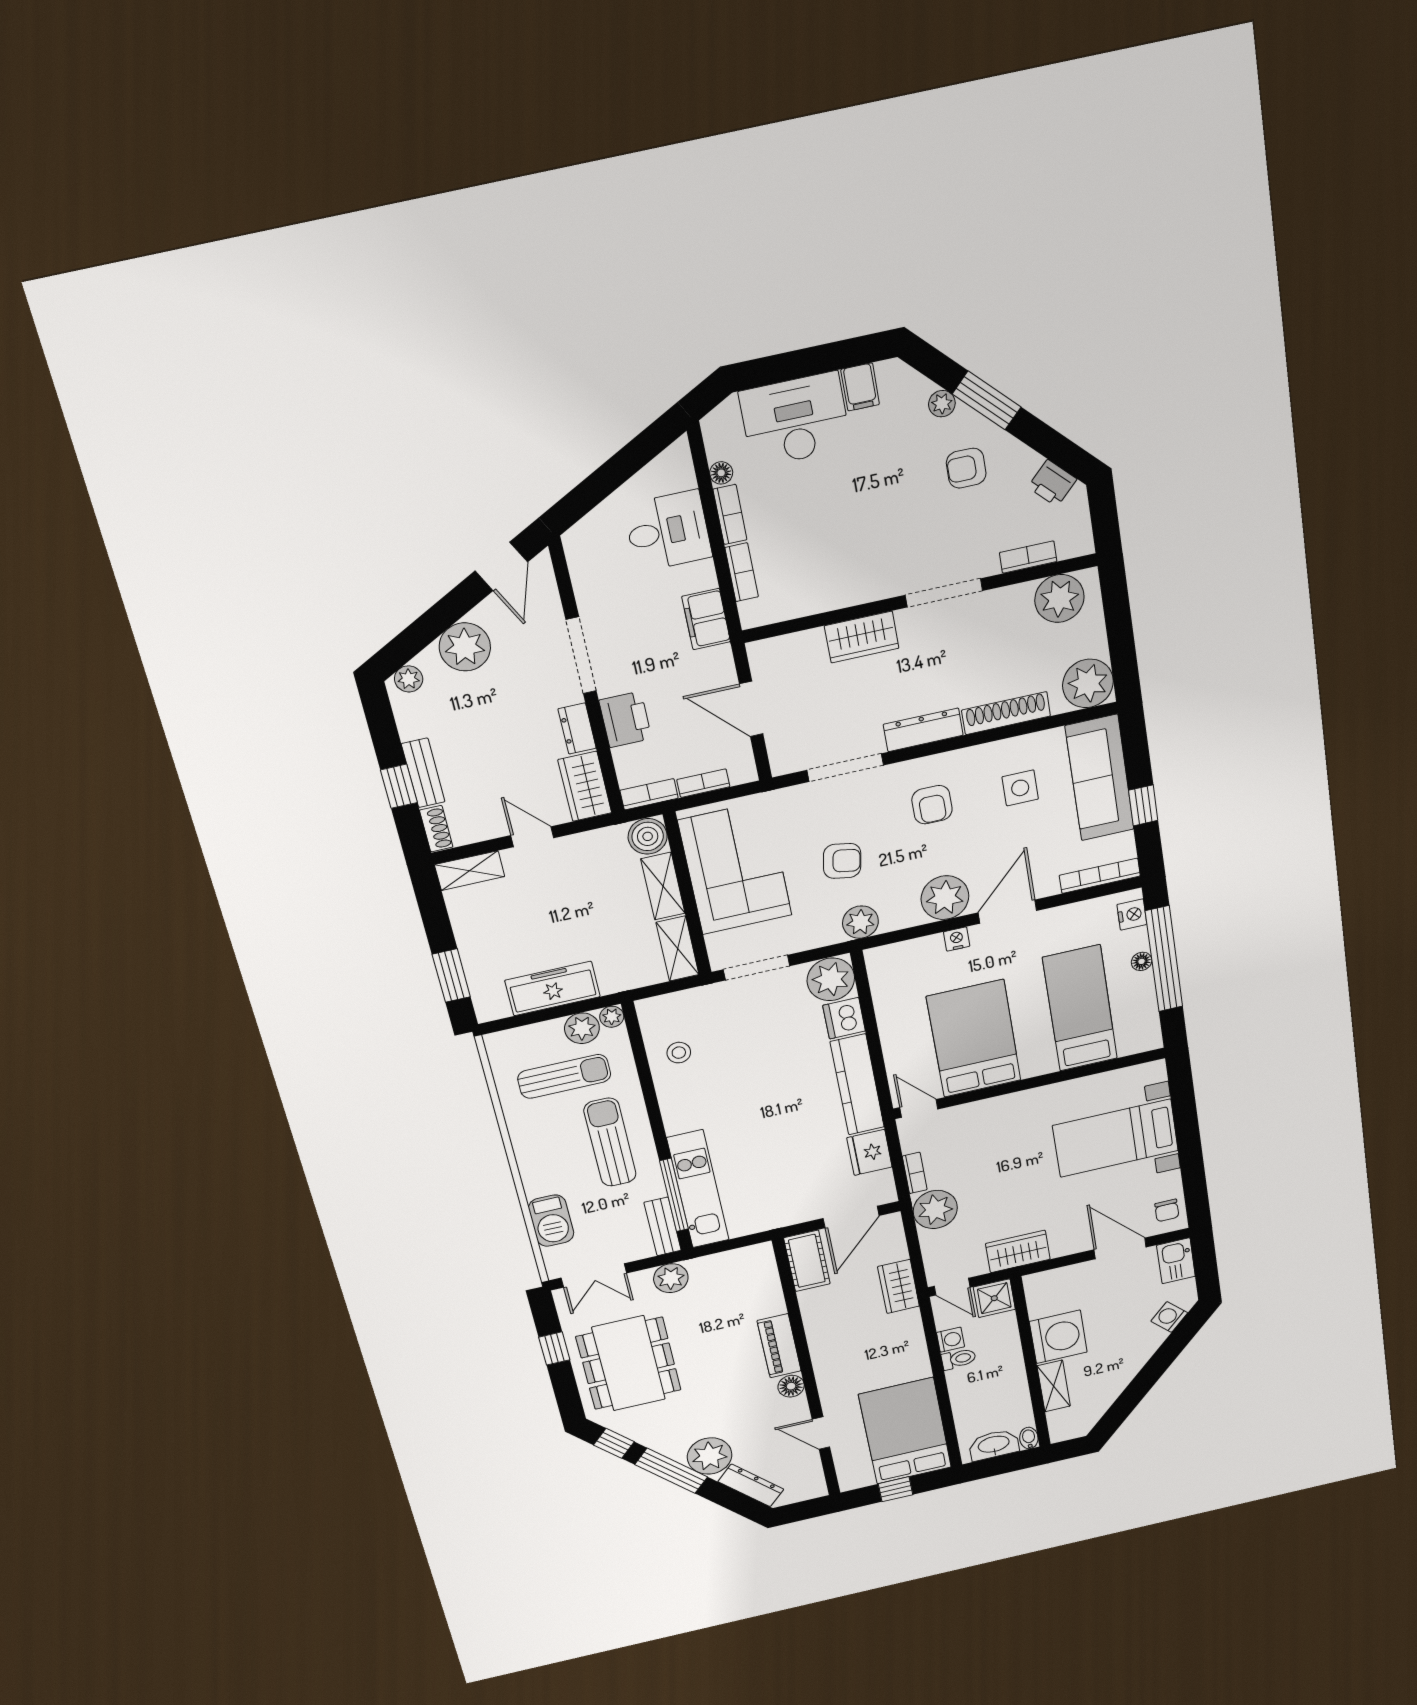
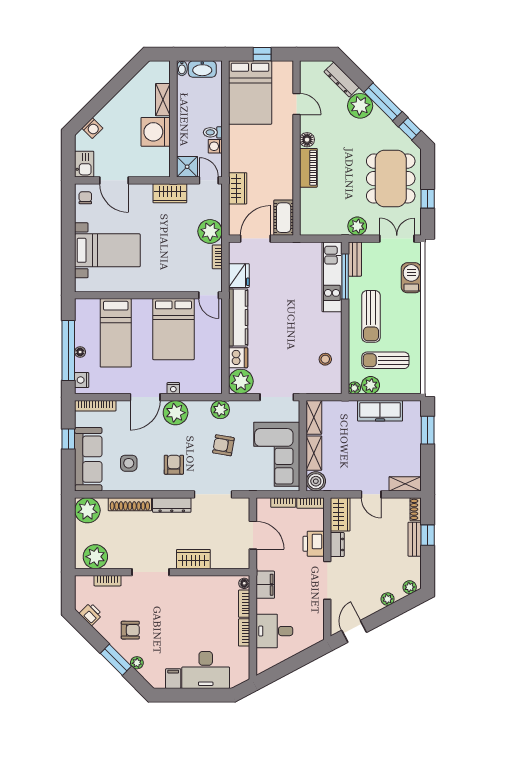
floor lamp: (721, 473) -> (244, 583), moved
plant: (465, 647) -> (388, 599), width x0.53, depth x0.53

